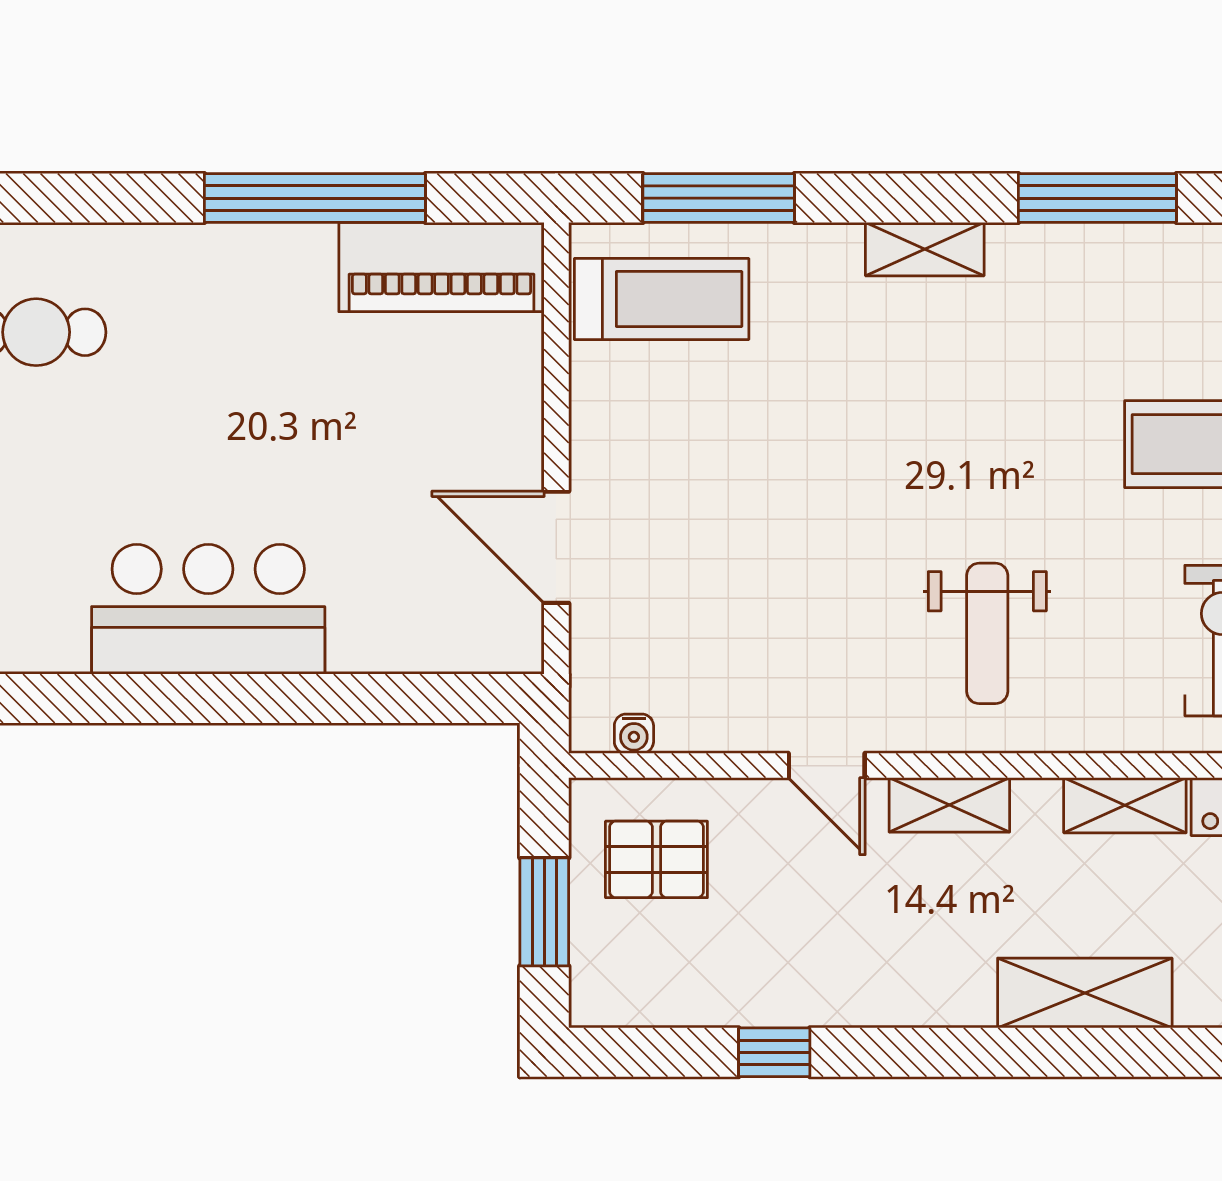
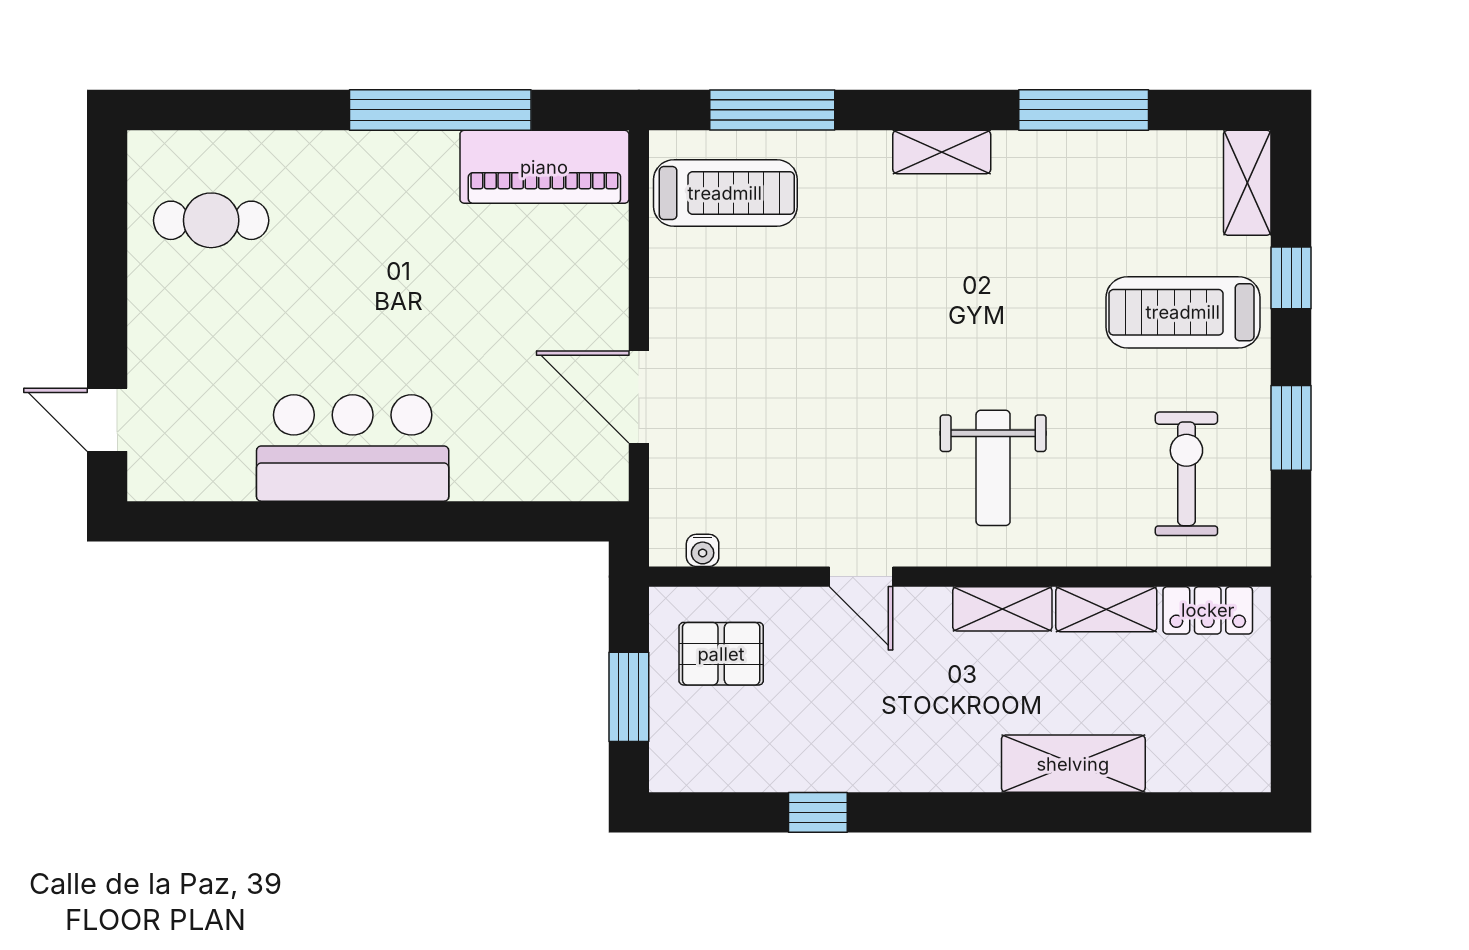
shelving: (949, 805) -> (1002, 609), moved

